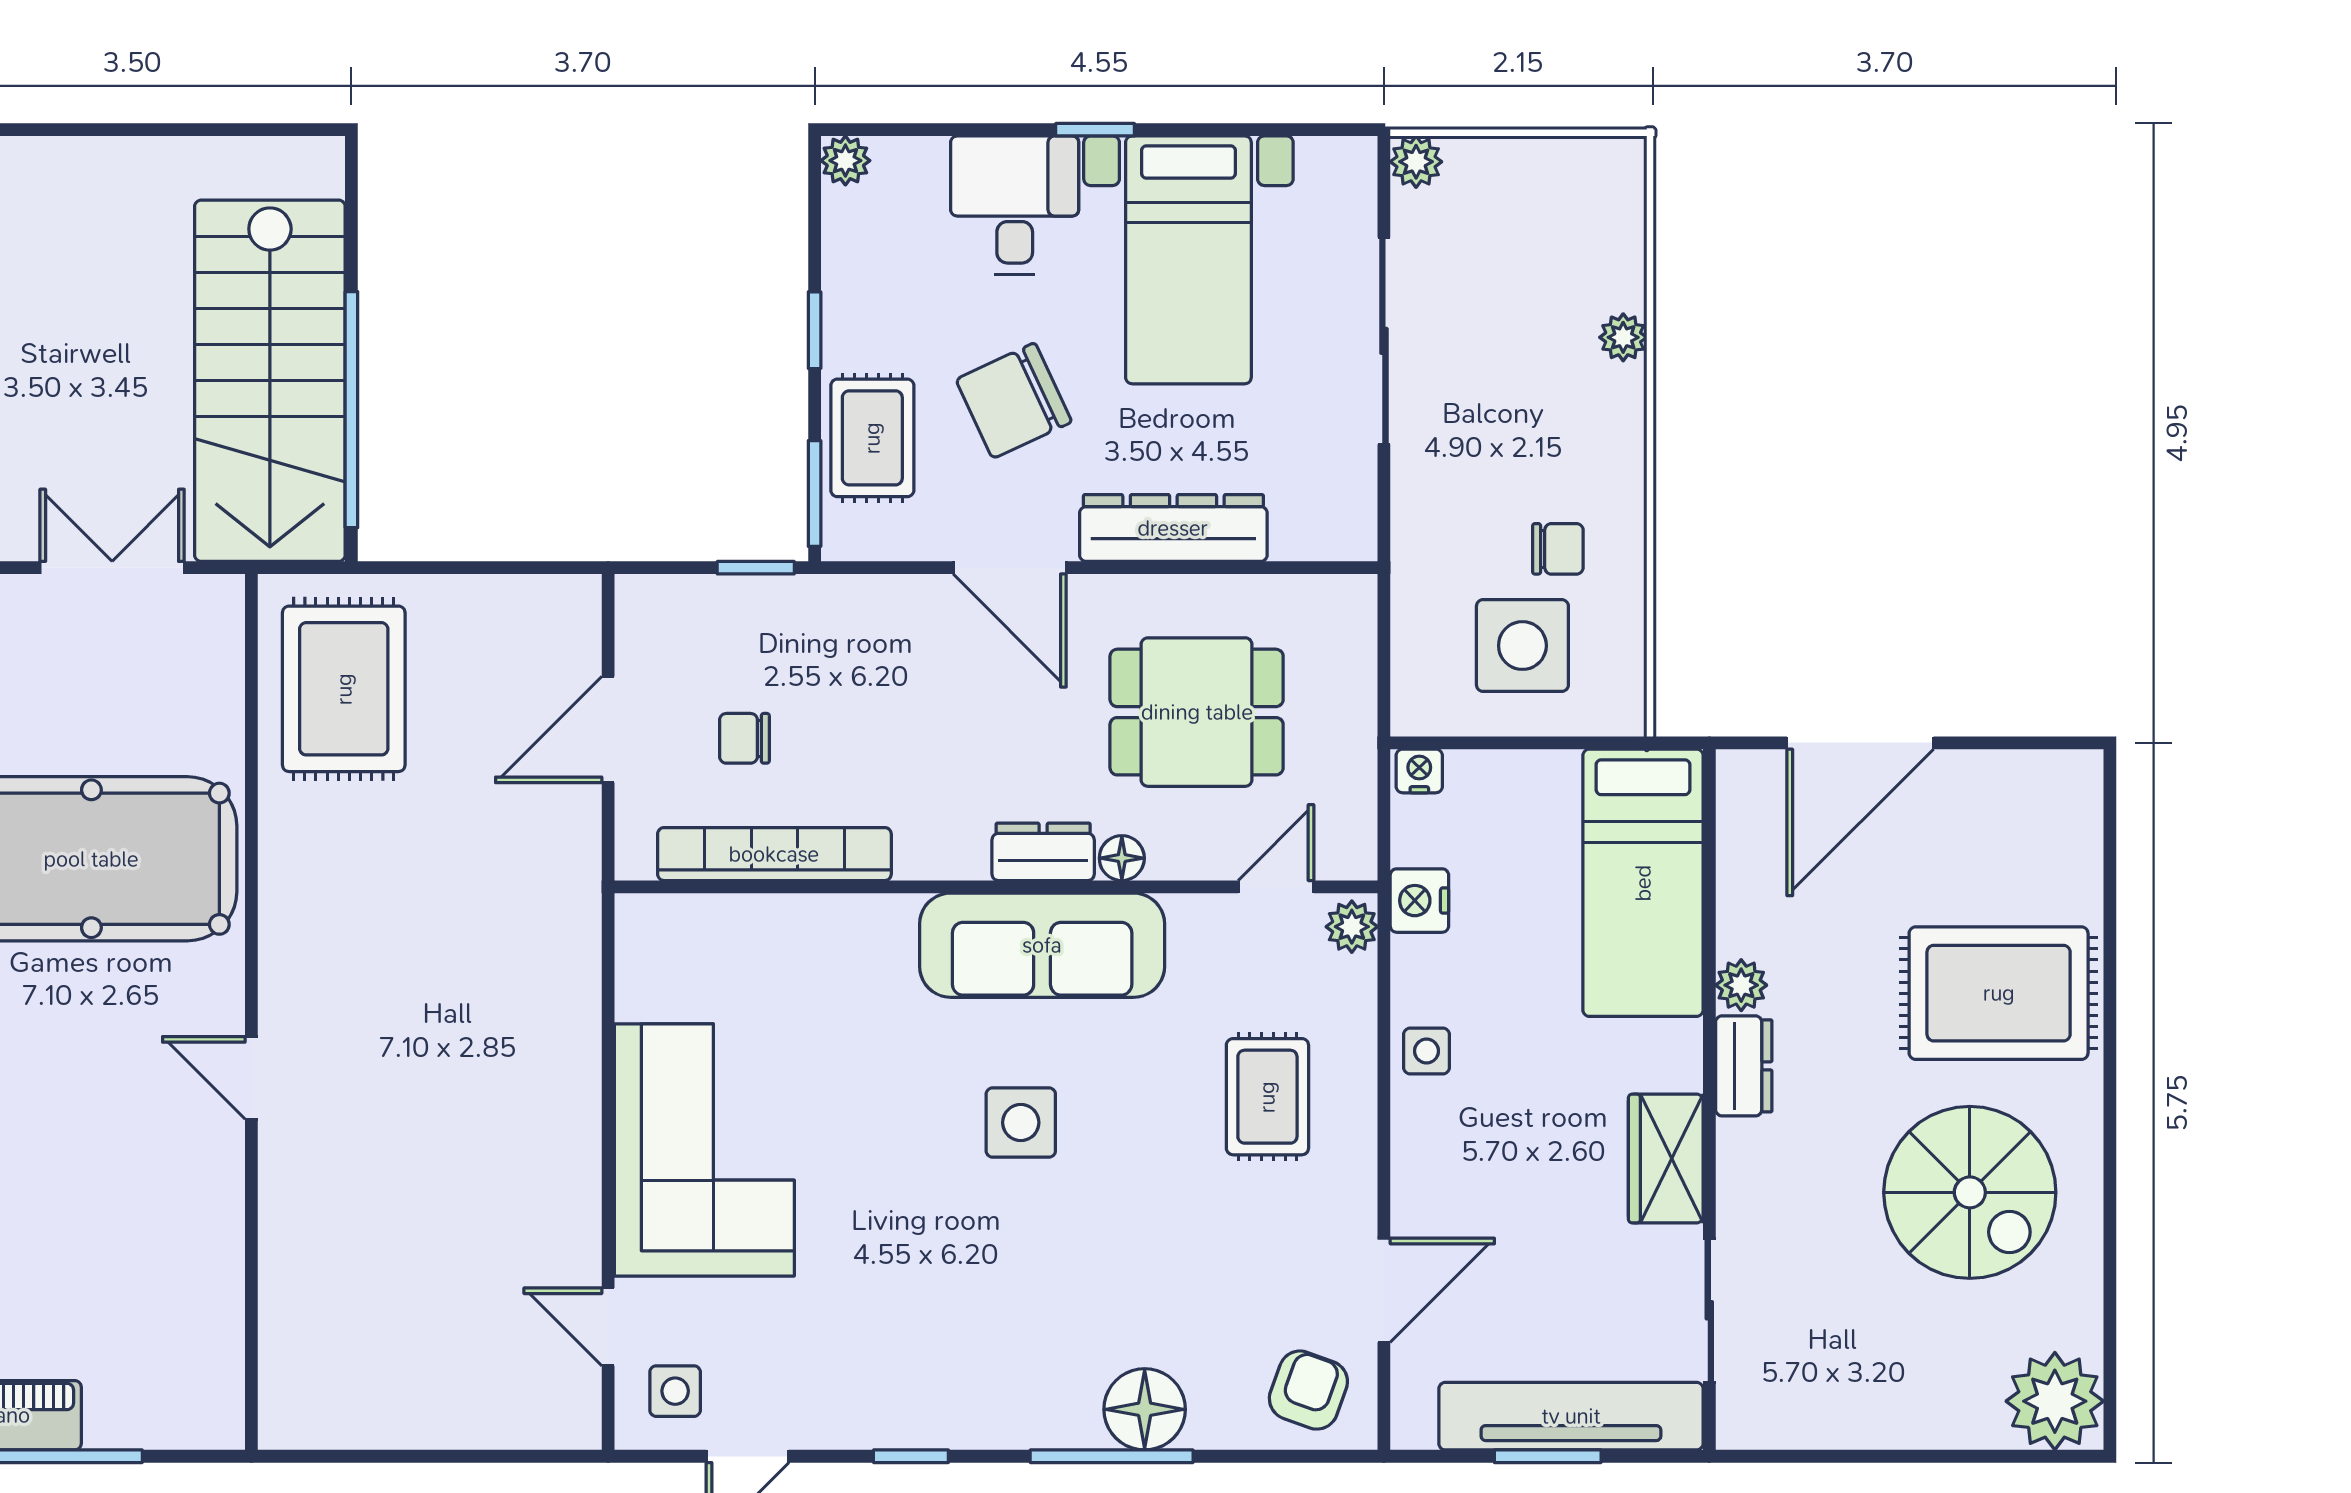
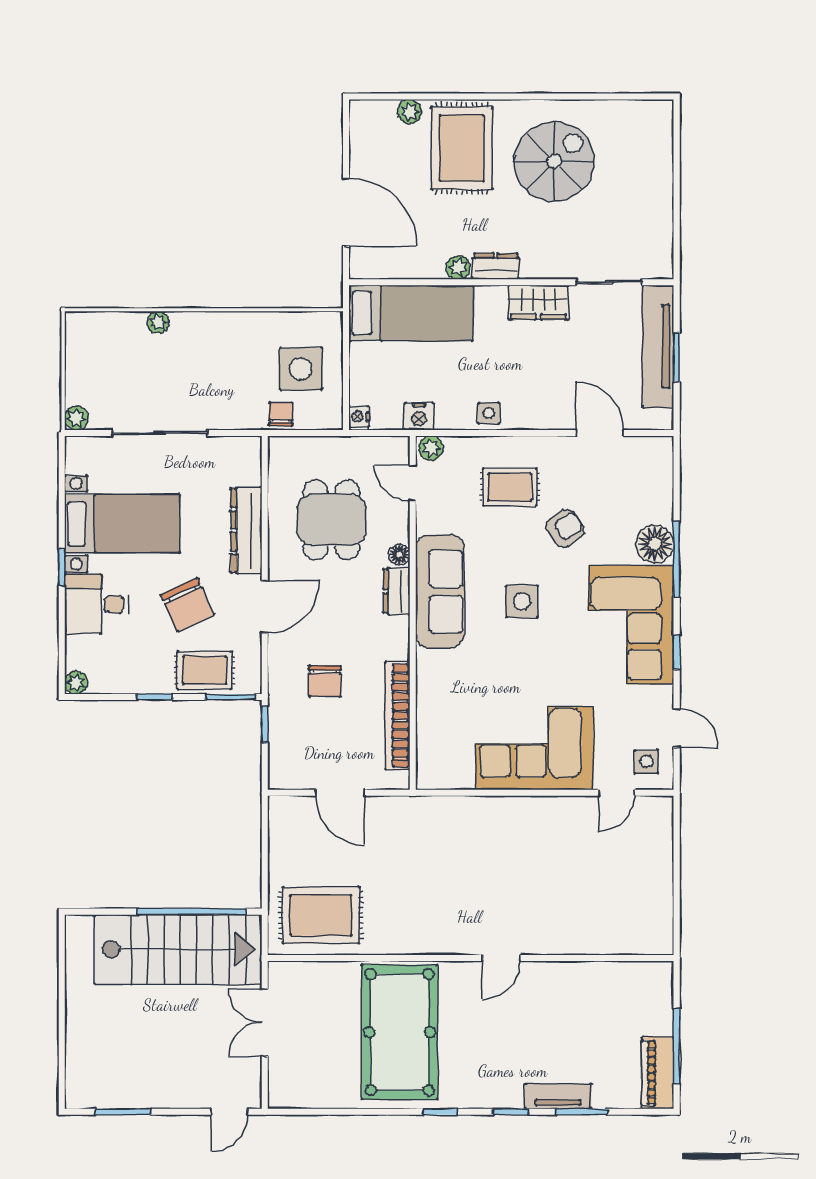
chair: (1558, 549) -> (281, 414), moved
chair: (744, 738) -> (325, 681), moved, width x1.37, depth x1.37
corner sofa: (971, 1359) -> (631, 625), added
armchair: (1308, 1390) -> (565, 528), moved, turned 126
plant: (2055, 1401) -> (410, 112), moved, width x0.53, depth x0.53

